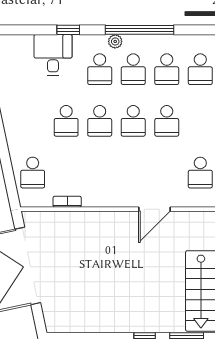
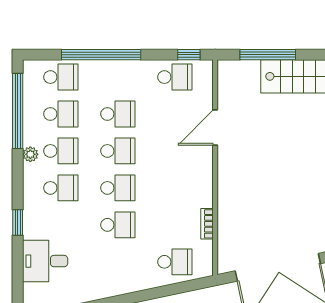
window: (140, 30) -> (18, 111), moved
plant: (115, 41) -> (30, 154), moved
desk: (53, 55) -> (45, 261), moved
door: (154, 209) -> (215, 128), swing flipped

